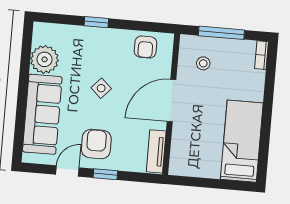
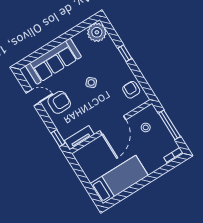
armchair: (145, 47) -> (131, 90), turned 90
plant: (44, 59) -> (97, 32), moved
door: (171, 101) -> (113, 125), swing flipped
window: (105, 174) -> (58, 138), moved

